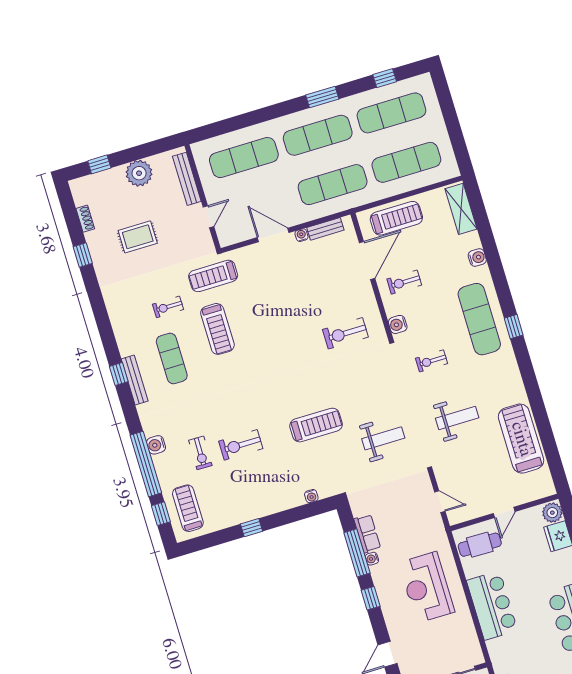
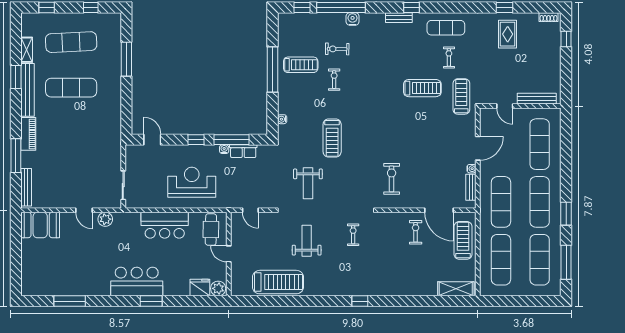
window: (385, 78) -> (566, 262), width x2.17
plant: (139, 173) -> (551, 66), removed
treadmill: (396, 218) -> (463, 240), turned 180
shoe rack: (85, 219) -> (548, 17), moved
rug: (138, 237) -> (508, 34), moved
water cooler: (477, 258) -> (417, 290), removed
exercise mat: (479, 319) -> (373, 278), removed
water cooler: (398, 324) -> (387, 218), removed
treadmill: (217, 329) -> (422, 88), turned 180
exercise mat: (172, 358) -> (446, 28), moved
bench: (135, 380) -> (399, 18), width x0.73
weight bench: (457, 418) -> (307, 241), turned 180
exercise bike: (241, 445) -> (334, 80), width x0.73, depth x0.72
door: (440, 502) -> (250, 210), hinge flipped
treadmill: (188, 508) -> (301, 65), moved
window: (252, 528) -> (273, 70), width x3.17

